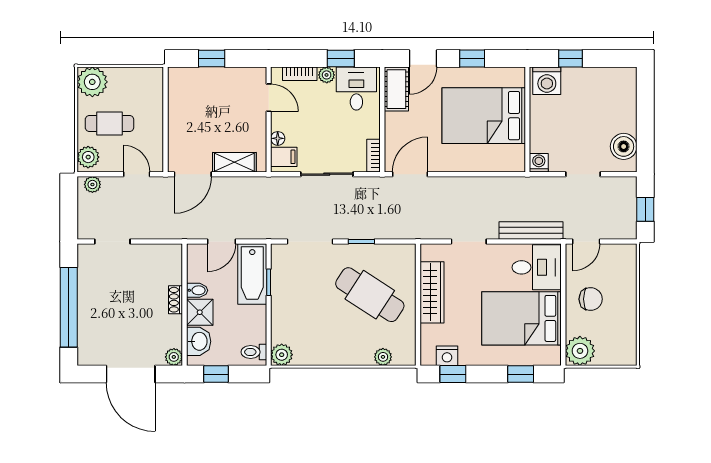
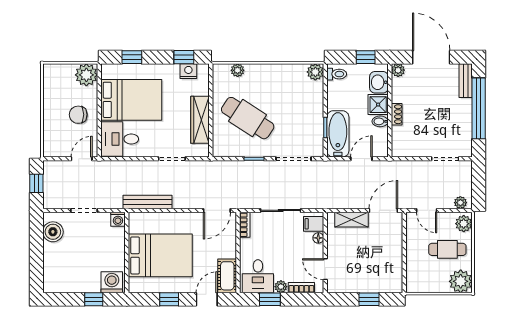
bench: (531, 230) -> (147, 202), moved
bench: (86, 343) -> (466, 81), added

